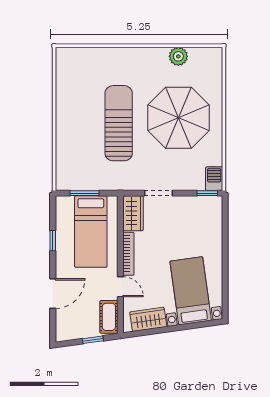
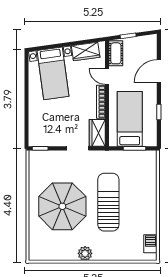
plant: (178, 56) -> (85, 253), moved
sun lounger: (119, 123) -> (108, 202), turned 180
barbecue: (214, 179) -> (150, 244), moved, turned 180

